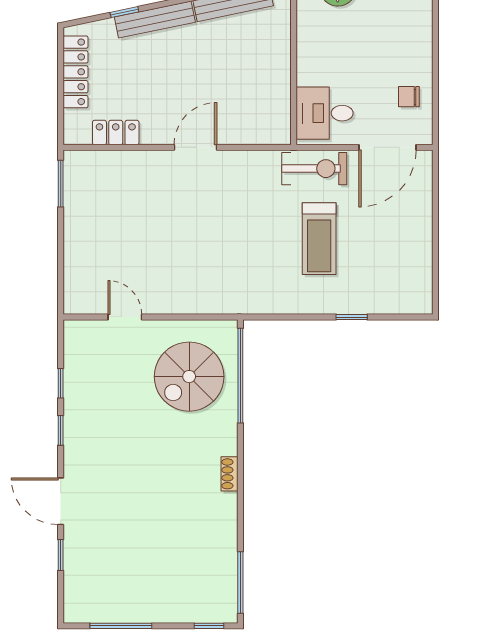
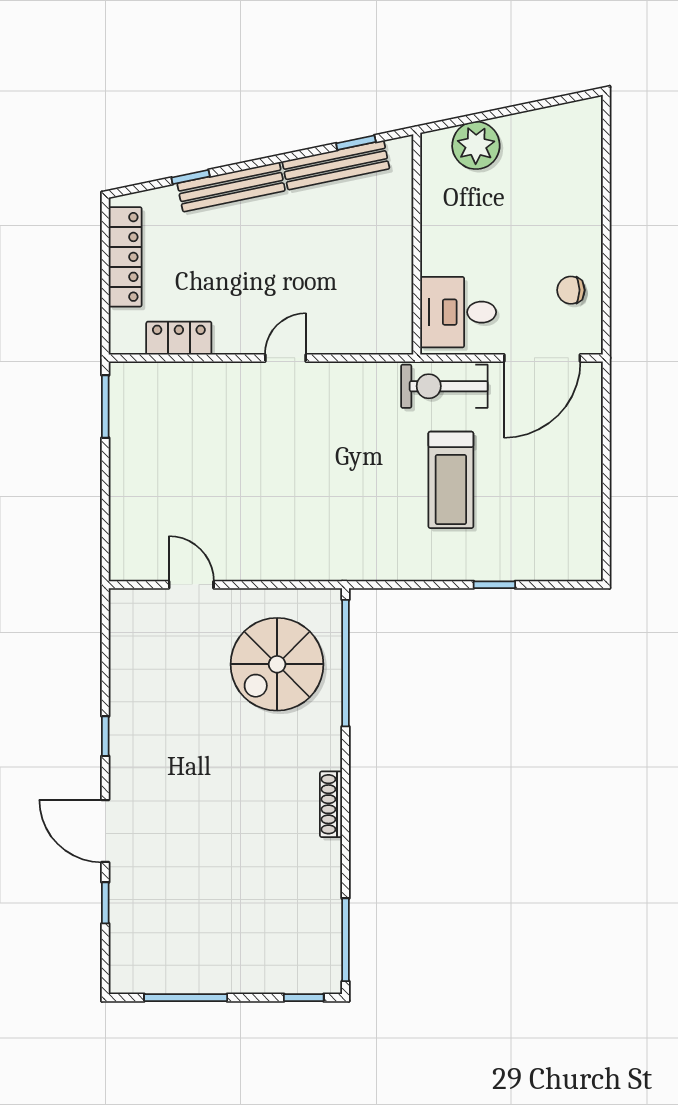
door: (195, 147) -> (286, 358), width x0.73
exercise bike: (314, 169) -> (444, 386), turned 180
window: (61, 383) -> (105, 673), removed
shoe rack: (230, 474) -> (331, 804), width x1.43

